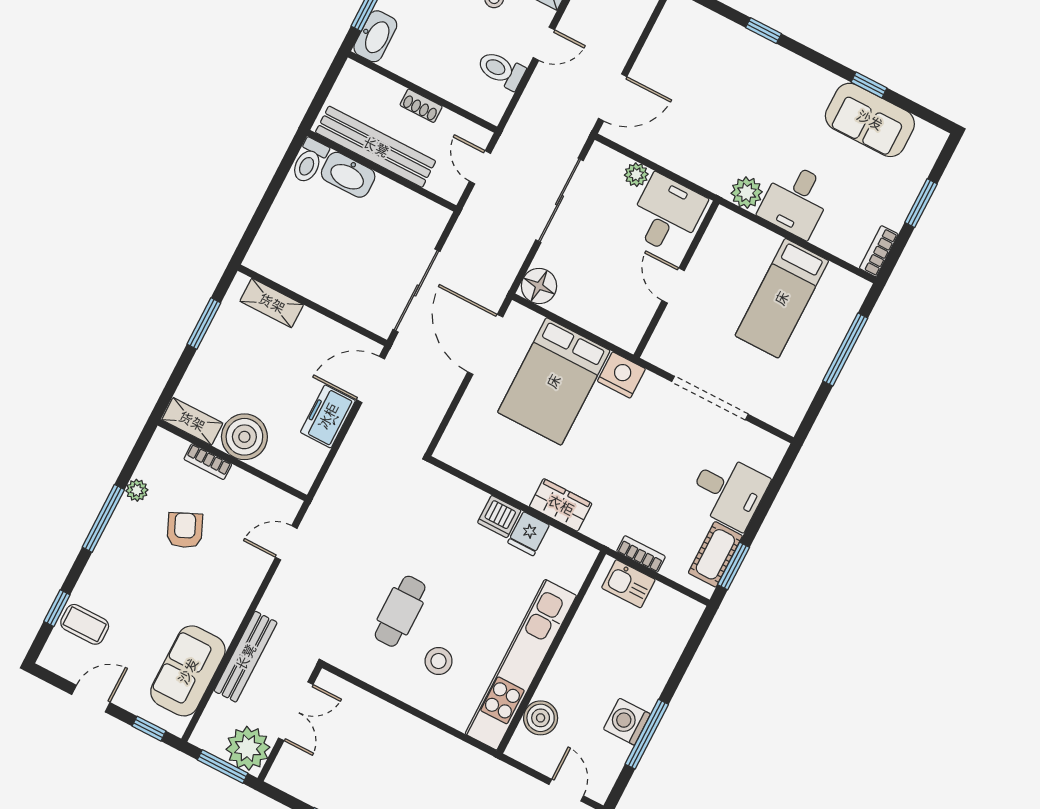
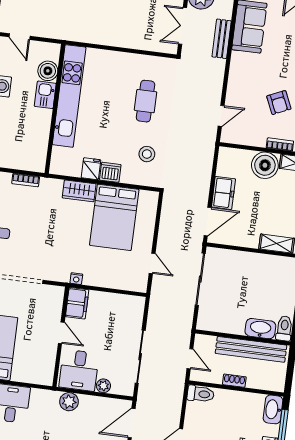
toilet: (501, 70) -> (201, 394), moved
plant: (747, 193) -> (69, 402), moved
floor lamp: (539, 286) -> (134, 306), removed
filing cabinet: (630, 324) -> (77, 303), added
door: (485, 344) -> (152, 263), width x0.53
nightstand: (621, 375) -> (76, 279), width x0.53, depth x0.56
bed: (554, 381) -> (114, 217), moved, turned 180
kitchen sink: (628, 584) -> (45, 95), moved, turned -90
bench: (246, 657) -> (222, 39), width x0.73
stool: (439, 661) -> (147, 154), moved

